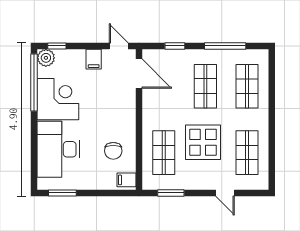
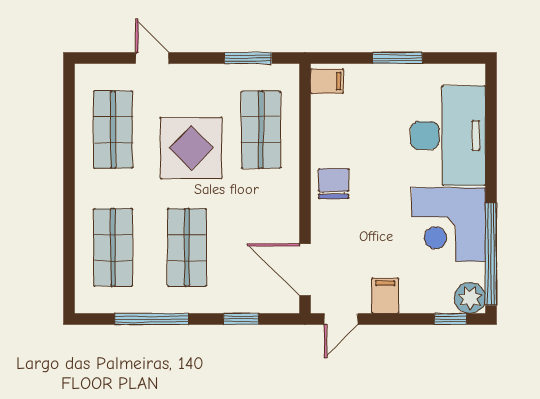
door: (119, 46) -> (341, 319), hinge flipped
chair: (113, 151) -> (334, 184), moved
window: (62, 193) -> (398, 58), moved

